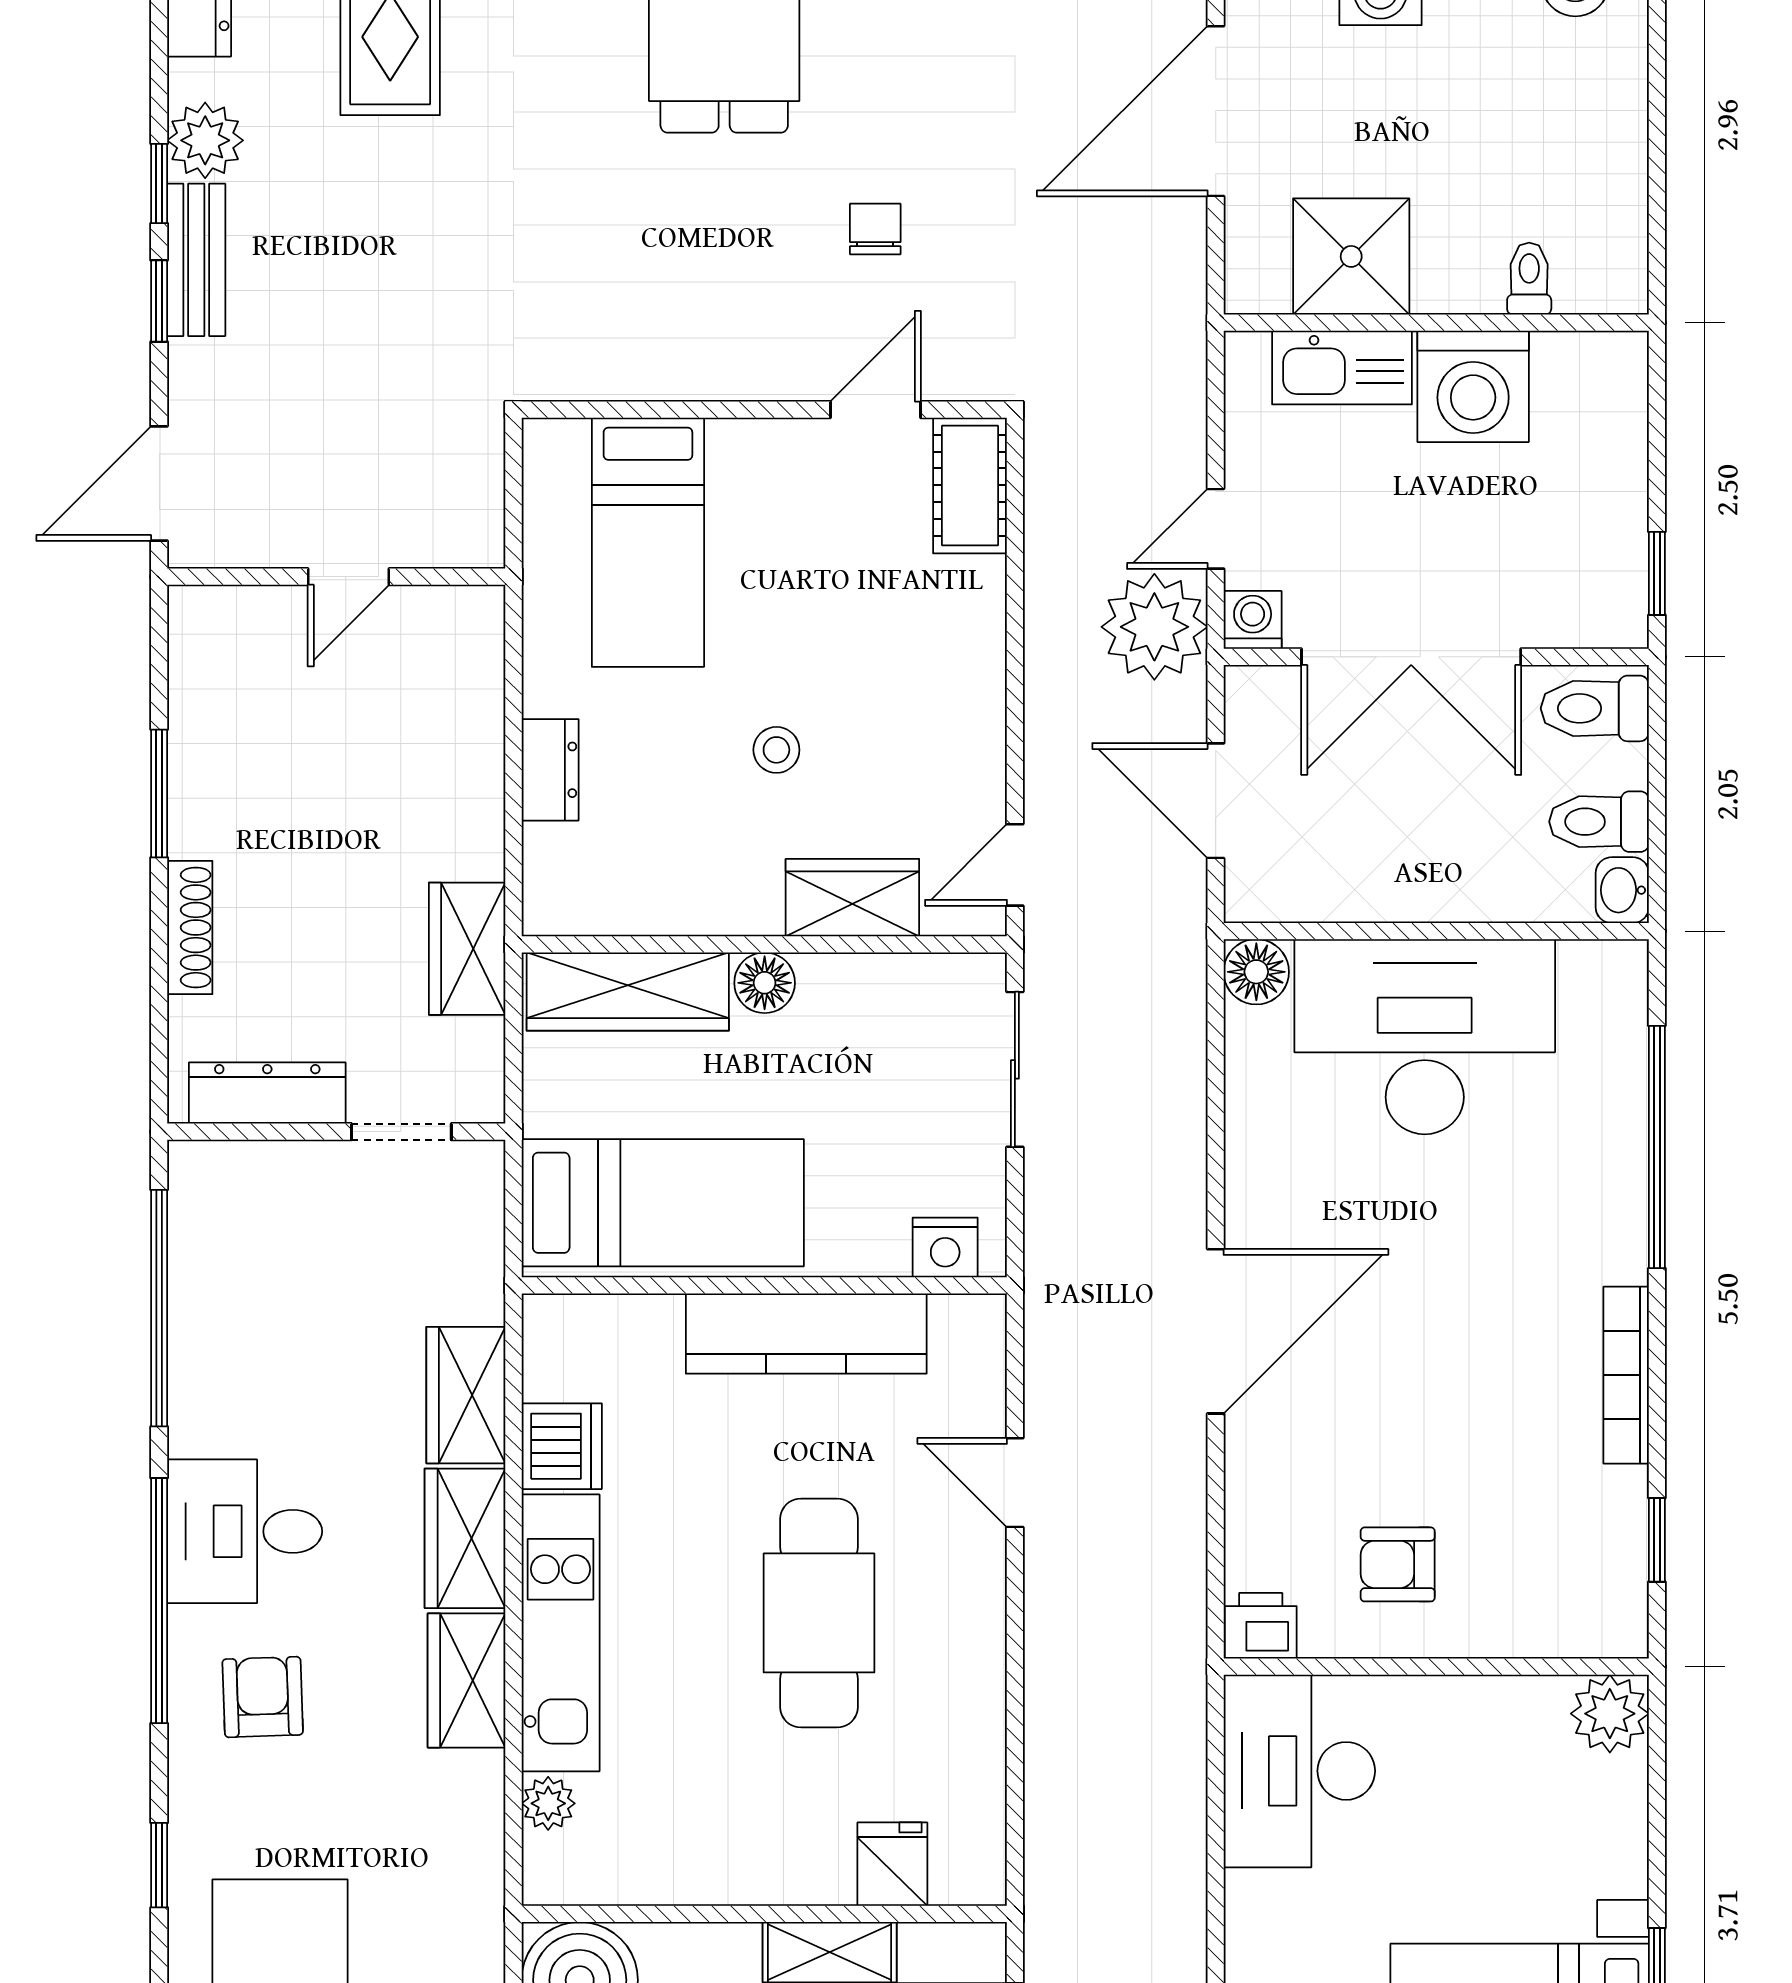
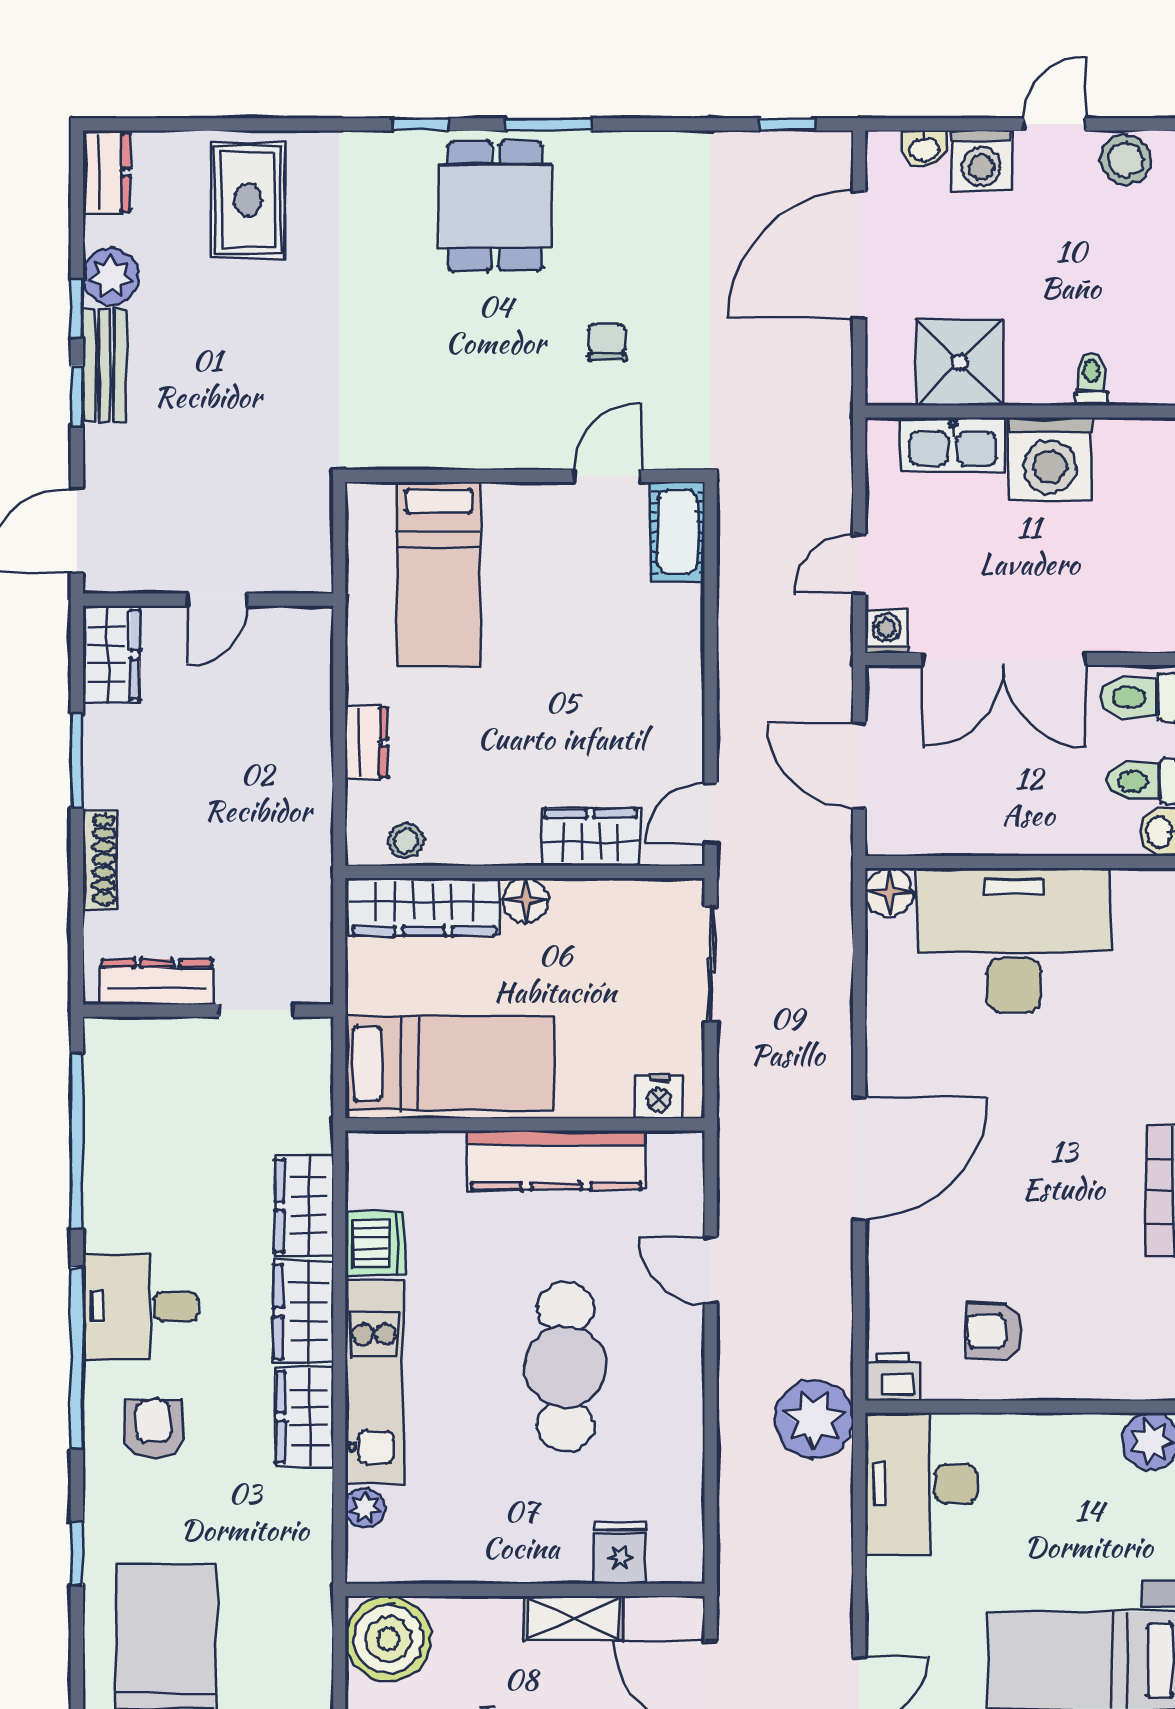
plant: (1154, 627) -> (814, 1419), moved
stool: (776, 750) -> (406, 841), moved
wardrobe: (467, 949) -> (111, 655), moved, turned 180

